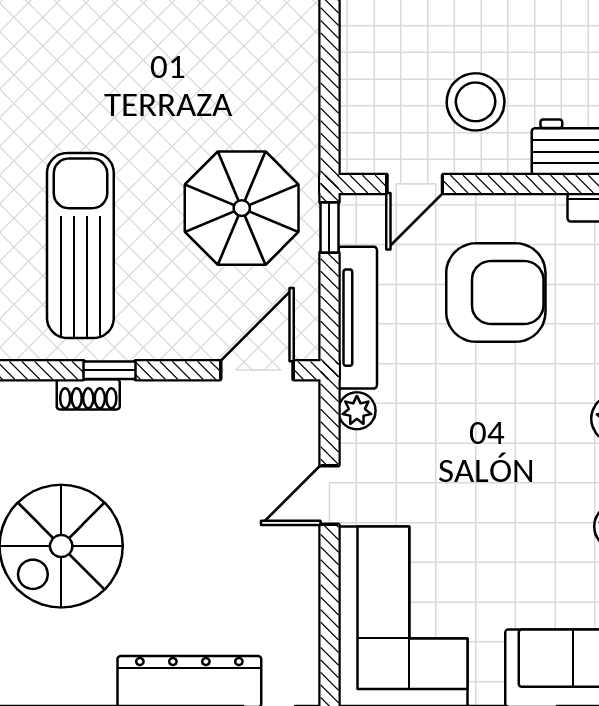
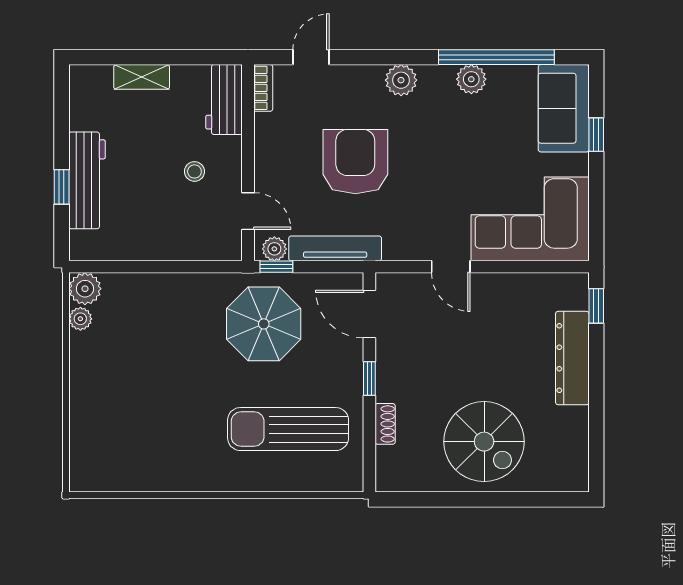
stool: (476, 102) -> (194, 171), width x0.53, depth x0.53
armchair: (496, 293) -> (355, 162), moved
window: (110, 370) -> (369, 379), moved
plant: (357, 411) -> (274, 249), moved

